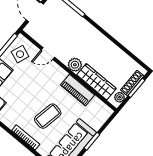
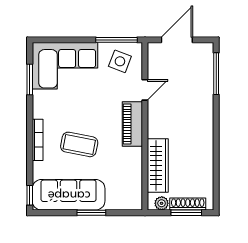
door: (48, 53) -> (145, 90), swing flipped
plant: (75, 65) -> (157, 128), removed
piano: (77, 90) -> (132, 124), moved

